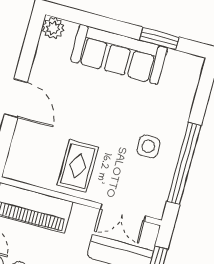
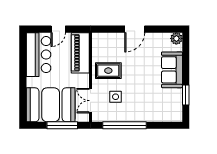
sofa: (119, 54) -> (172, 70), width x0.73
side table: (148, 146) -> (116, 97), moved

